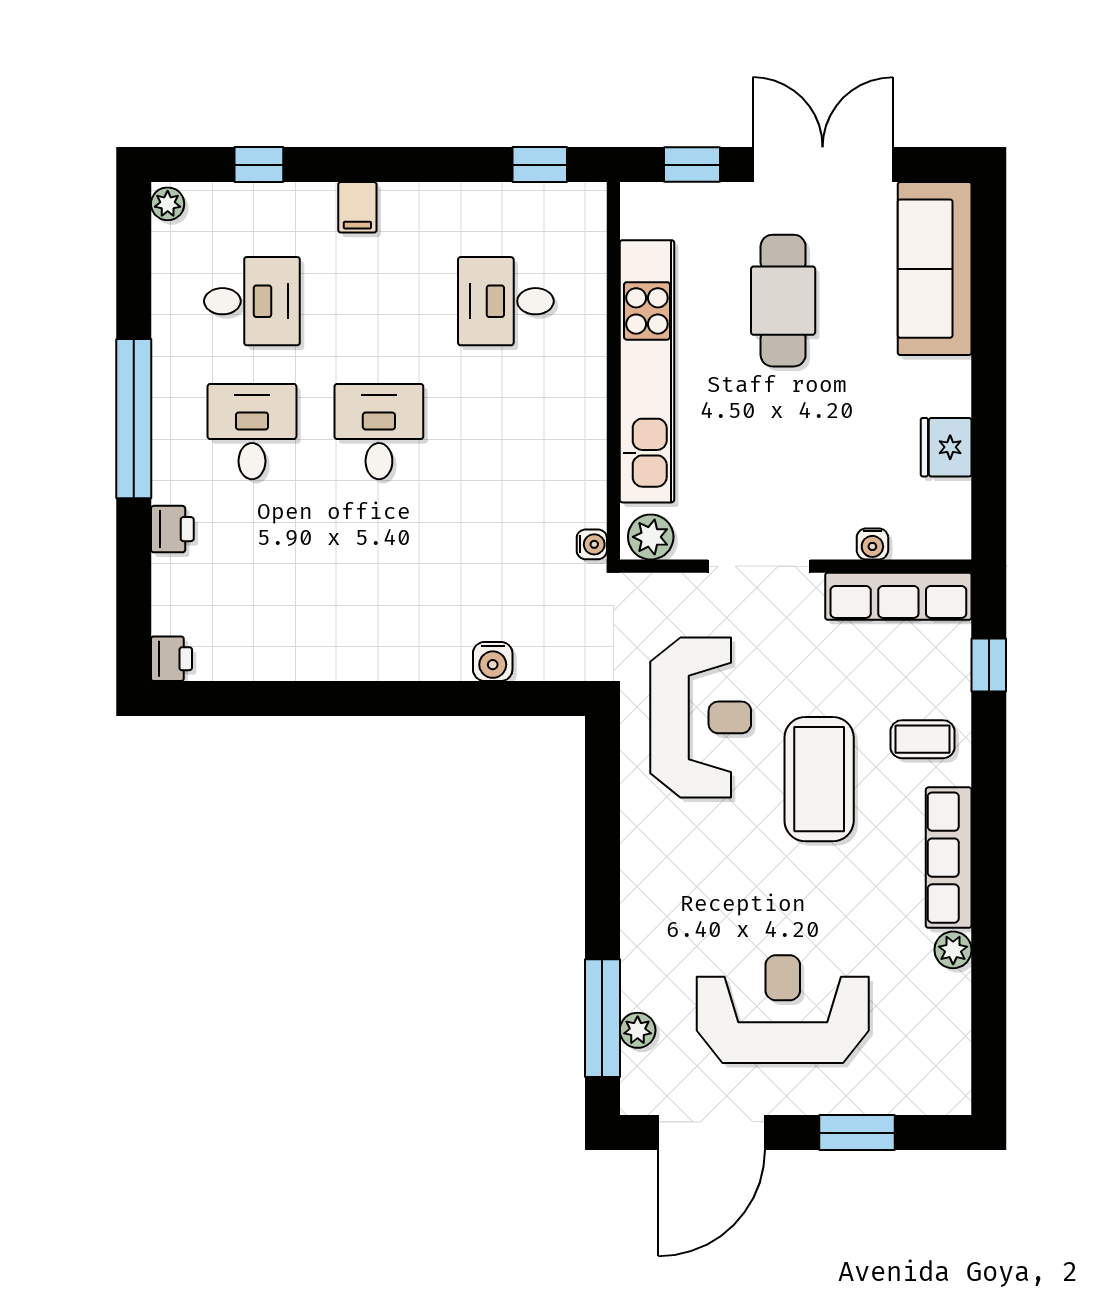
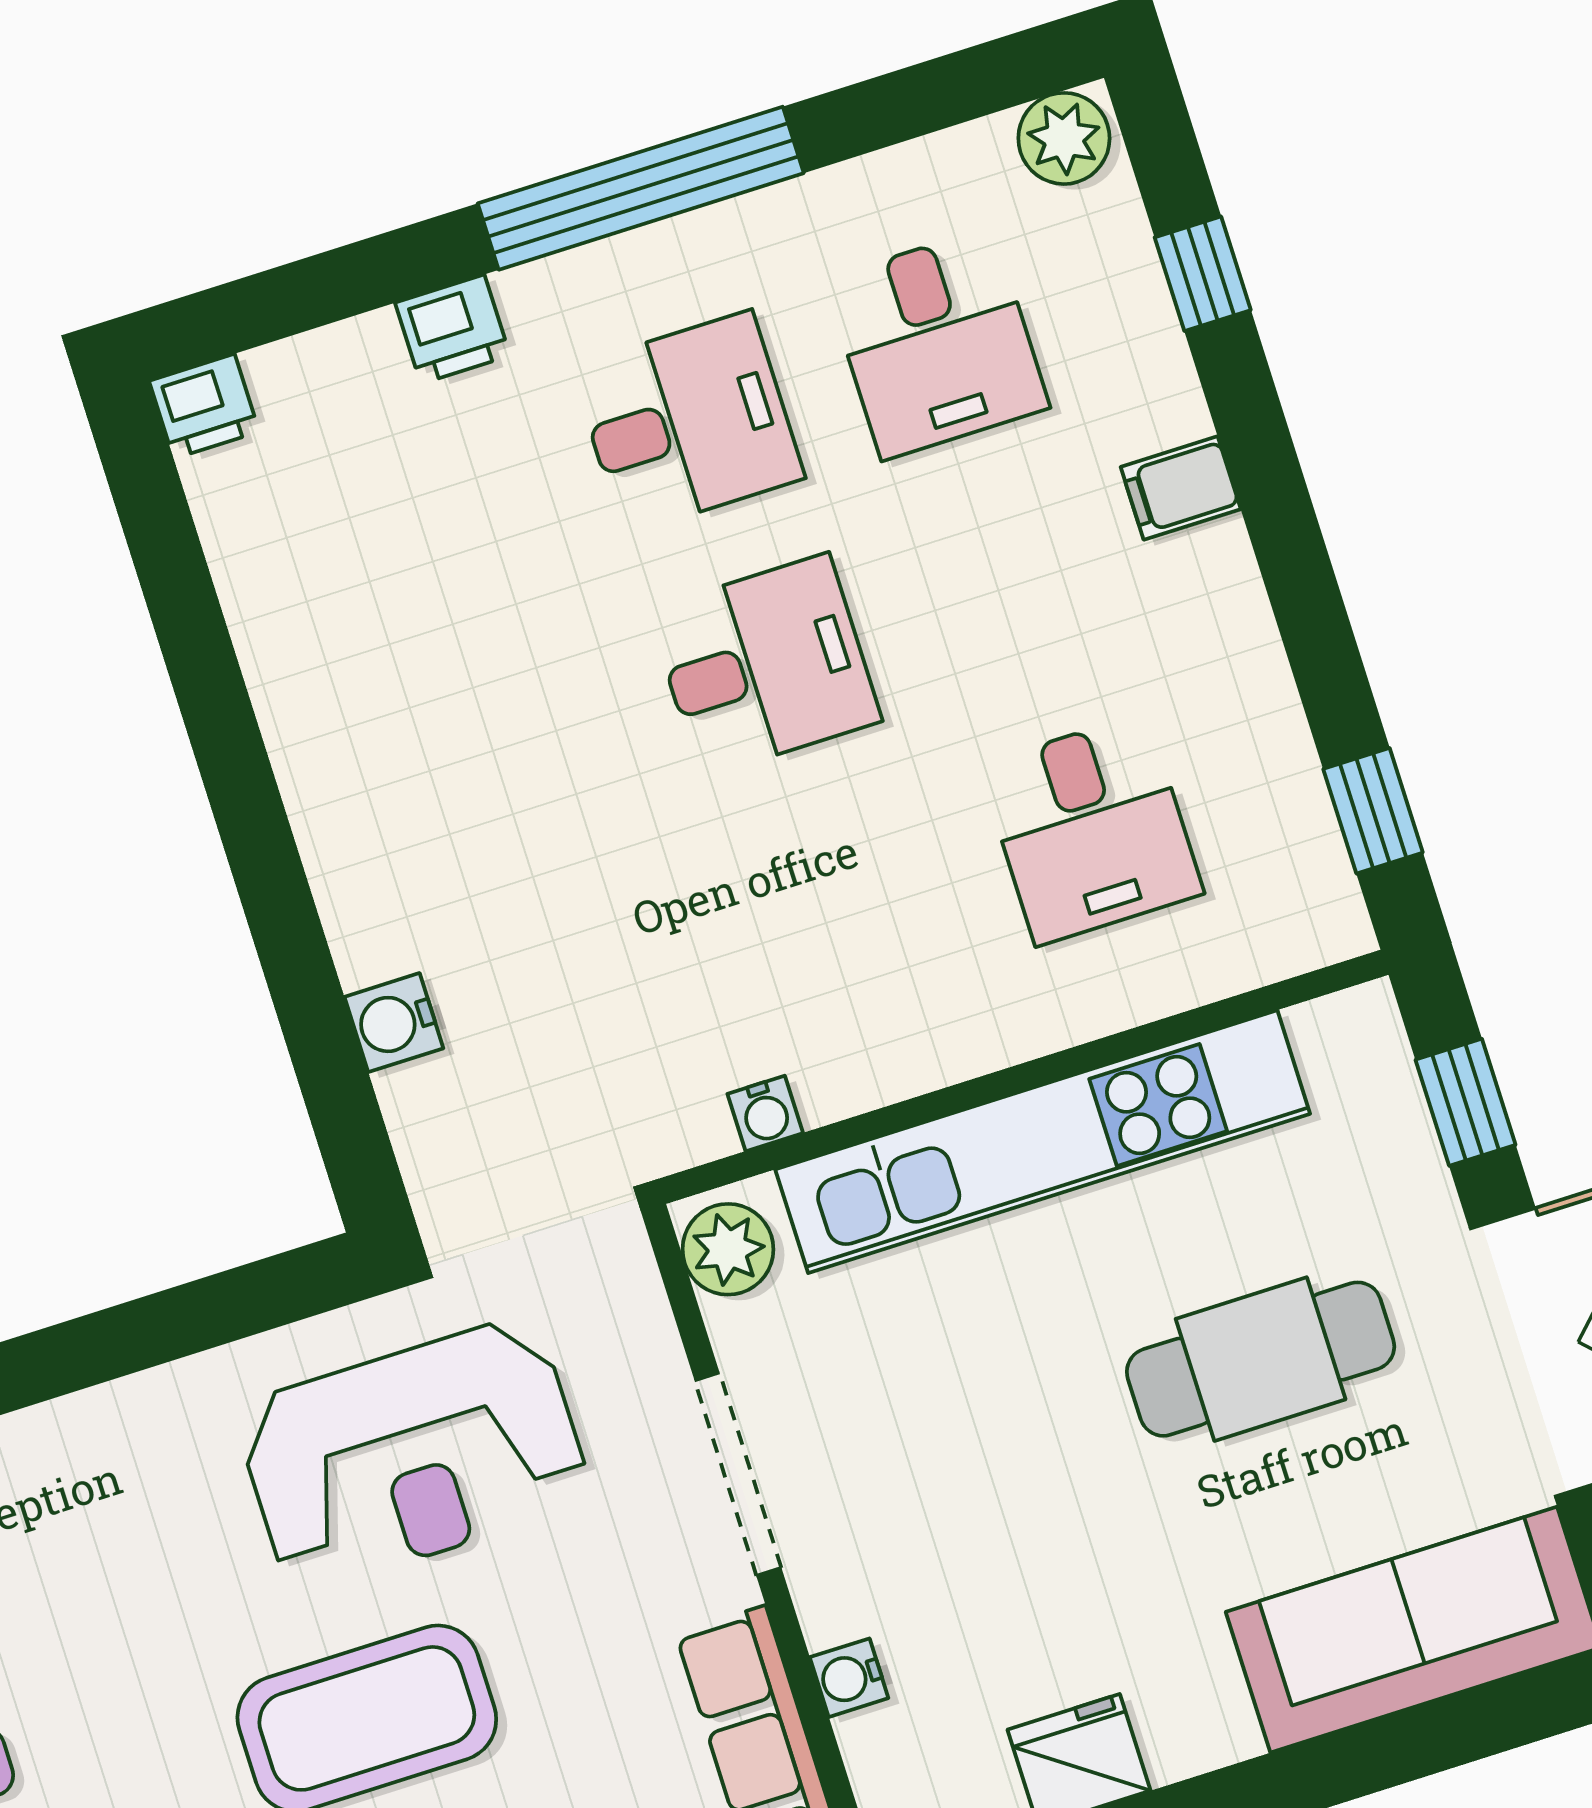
plant: (168, 204) -> (1064, 138), width x1.38, depth x1.38
desk: (506, 301) -> (1091, 829), turned 180
water cooler: (592, 544) -> (765, 1113), moved

